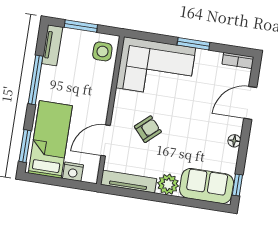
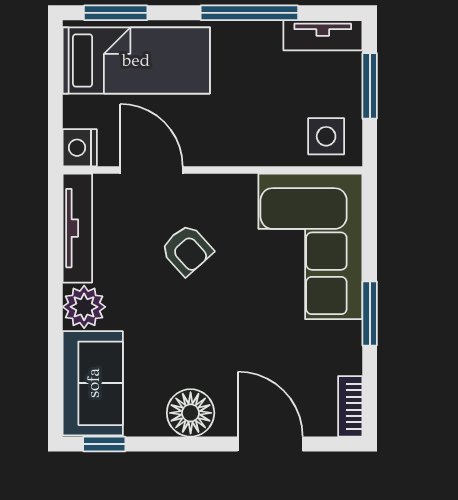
floor lamp: (234, 141) -> (191, 413), width x1.89, depth x1.89
nightstand: (73, 172) -> (80, 148), moved

